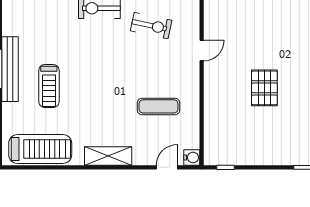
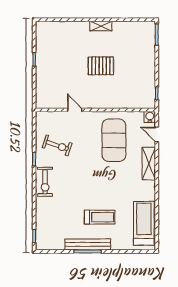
exercise bike: (151, 26) -> (57, 145), turned 96
exercise mat: (158, 106) -> (114, 140), width x2.00, depth x1.45
shelving: (108, 156) -> (149, 164), moved

